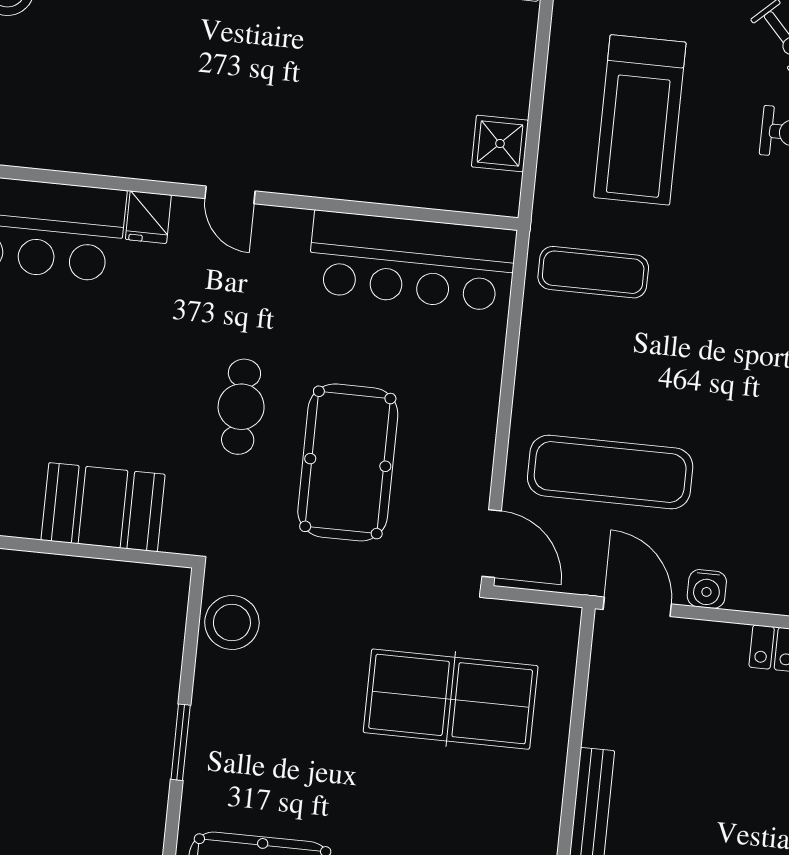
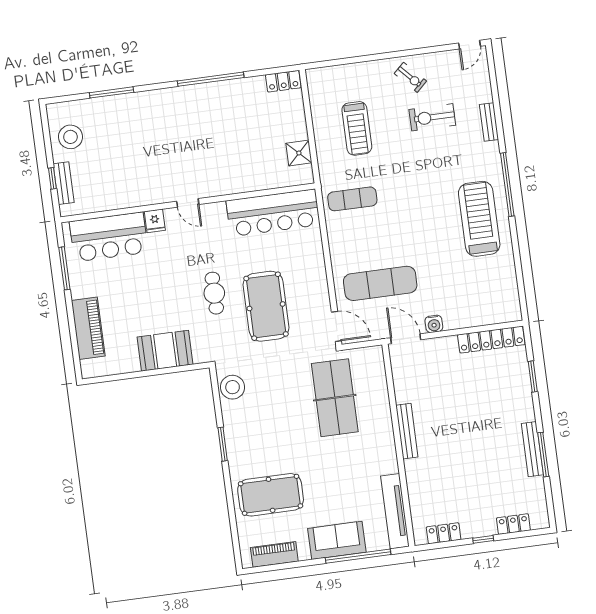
treadmill: (640, 120) -> (357, 128), width x0.73, depth x0.73
table tennis table: (451, 699) -> (335, 398), turned 90

